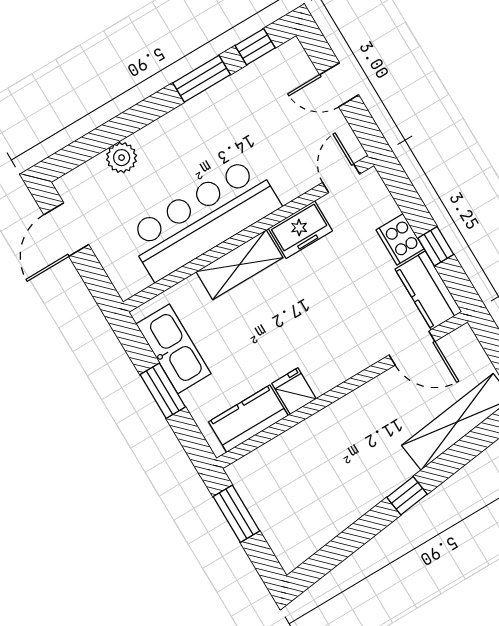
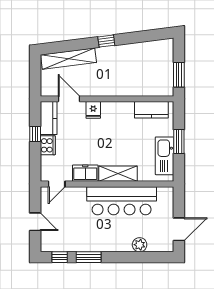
fridge: (294, 391) -> (93, 110), moved

